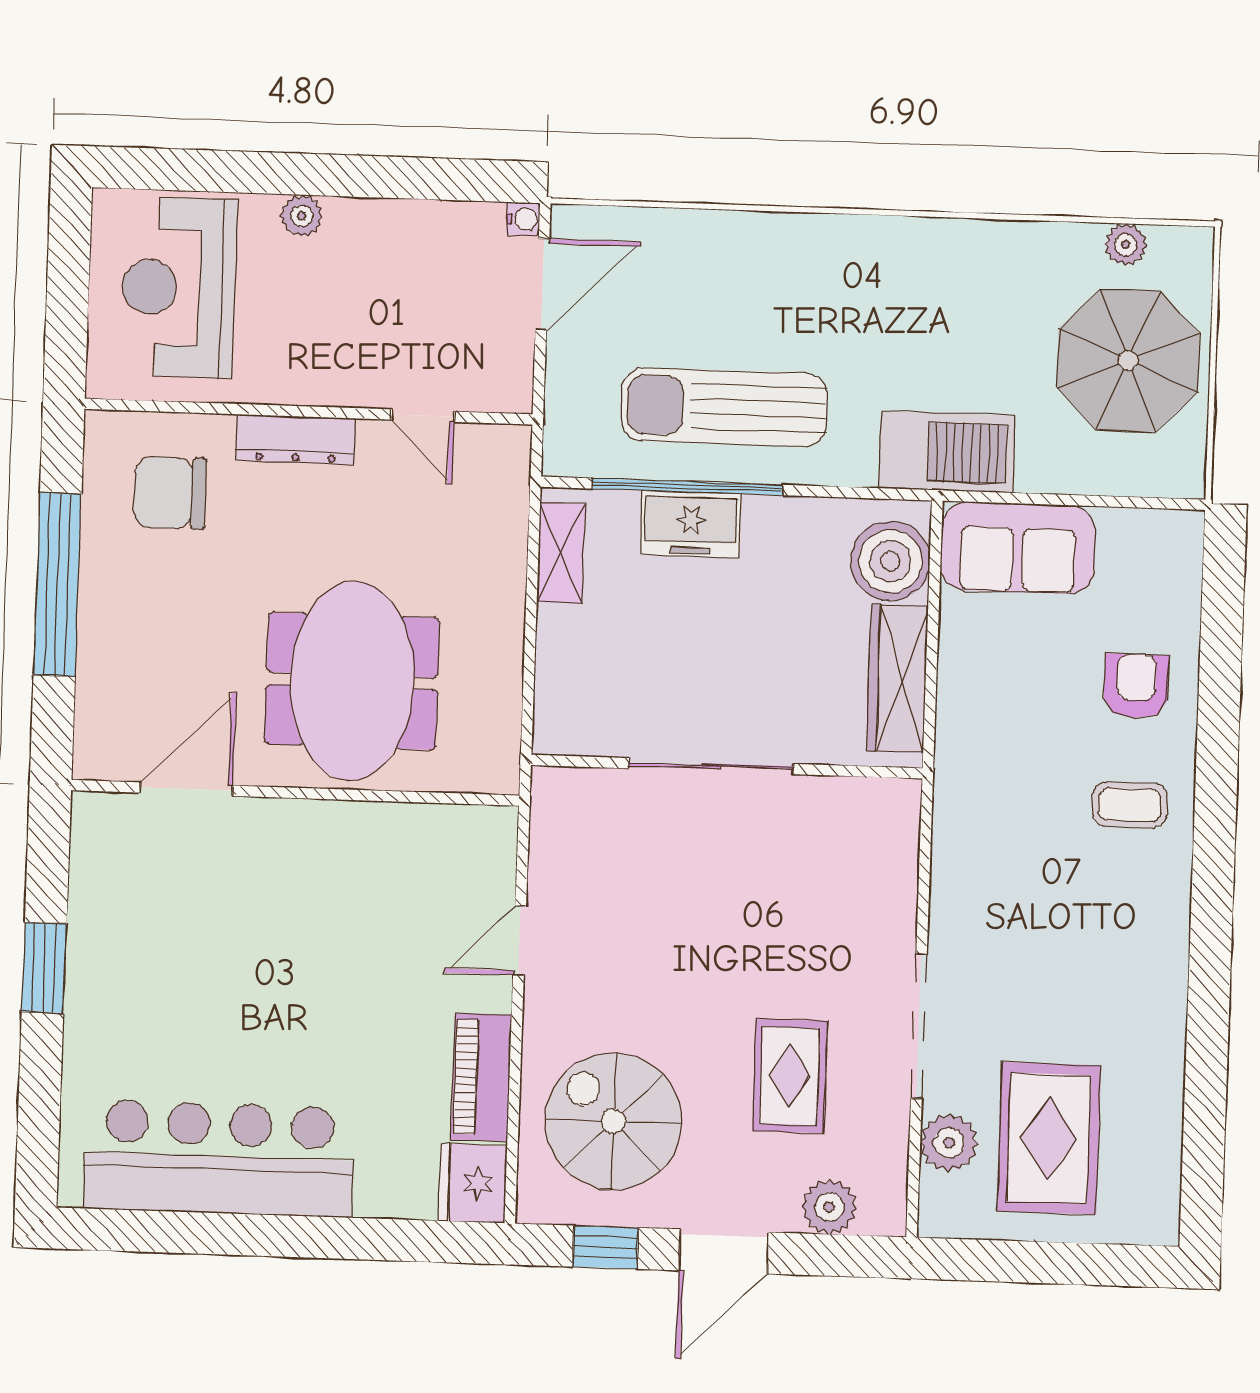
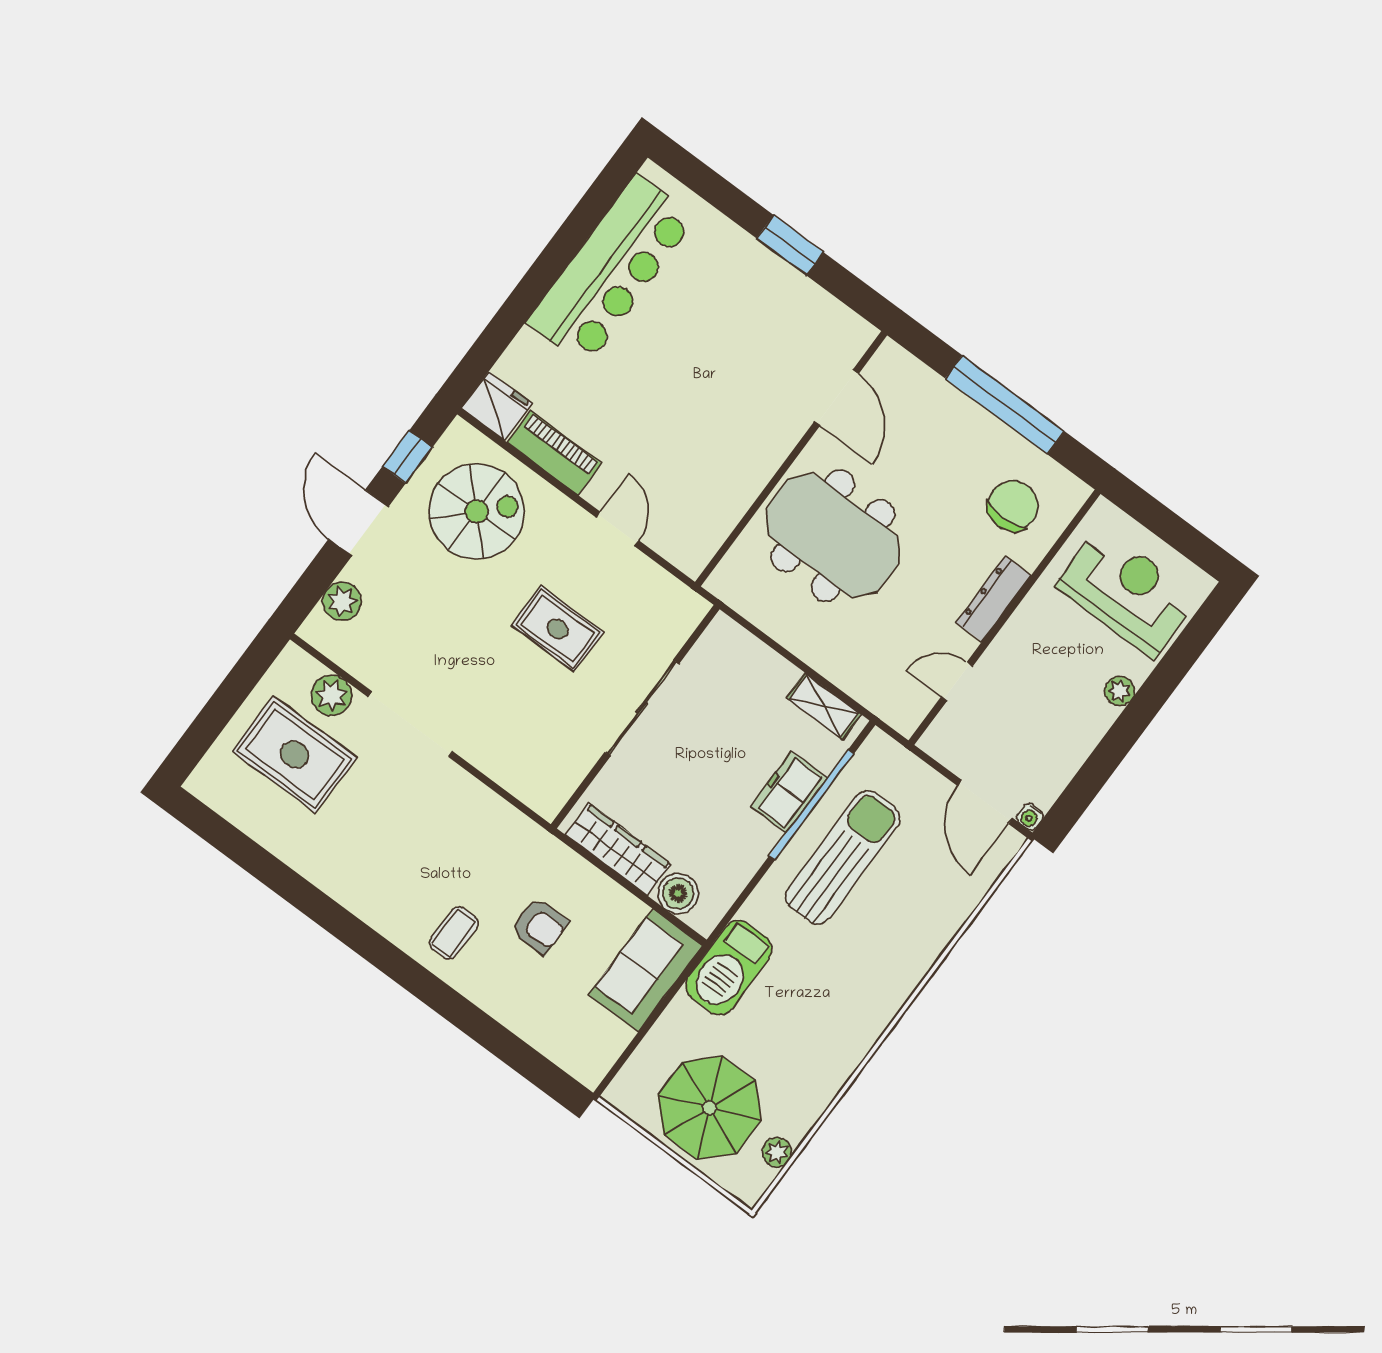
boiler: (890, 561) -> (678, 893), width x0.73, depth x0.73
armchair: (1136, 686) -> (540, 926), moved
rug: (790, 1076) -> (557, 629), moved

